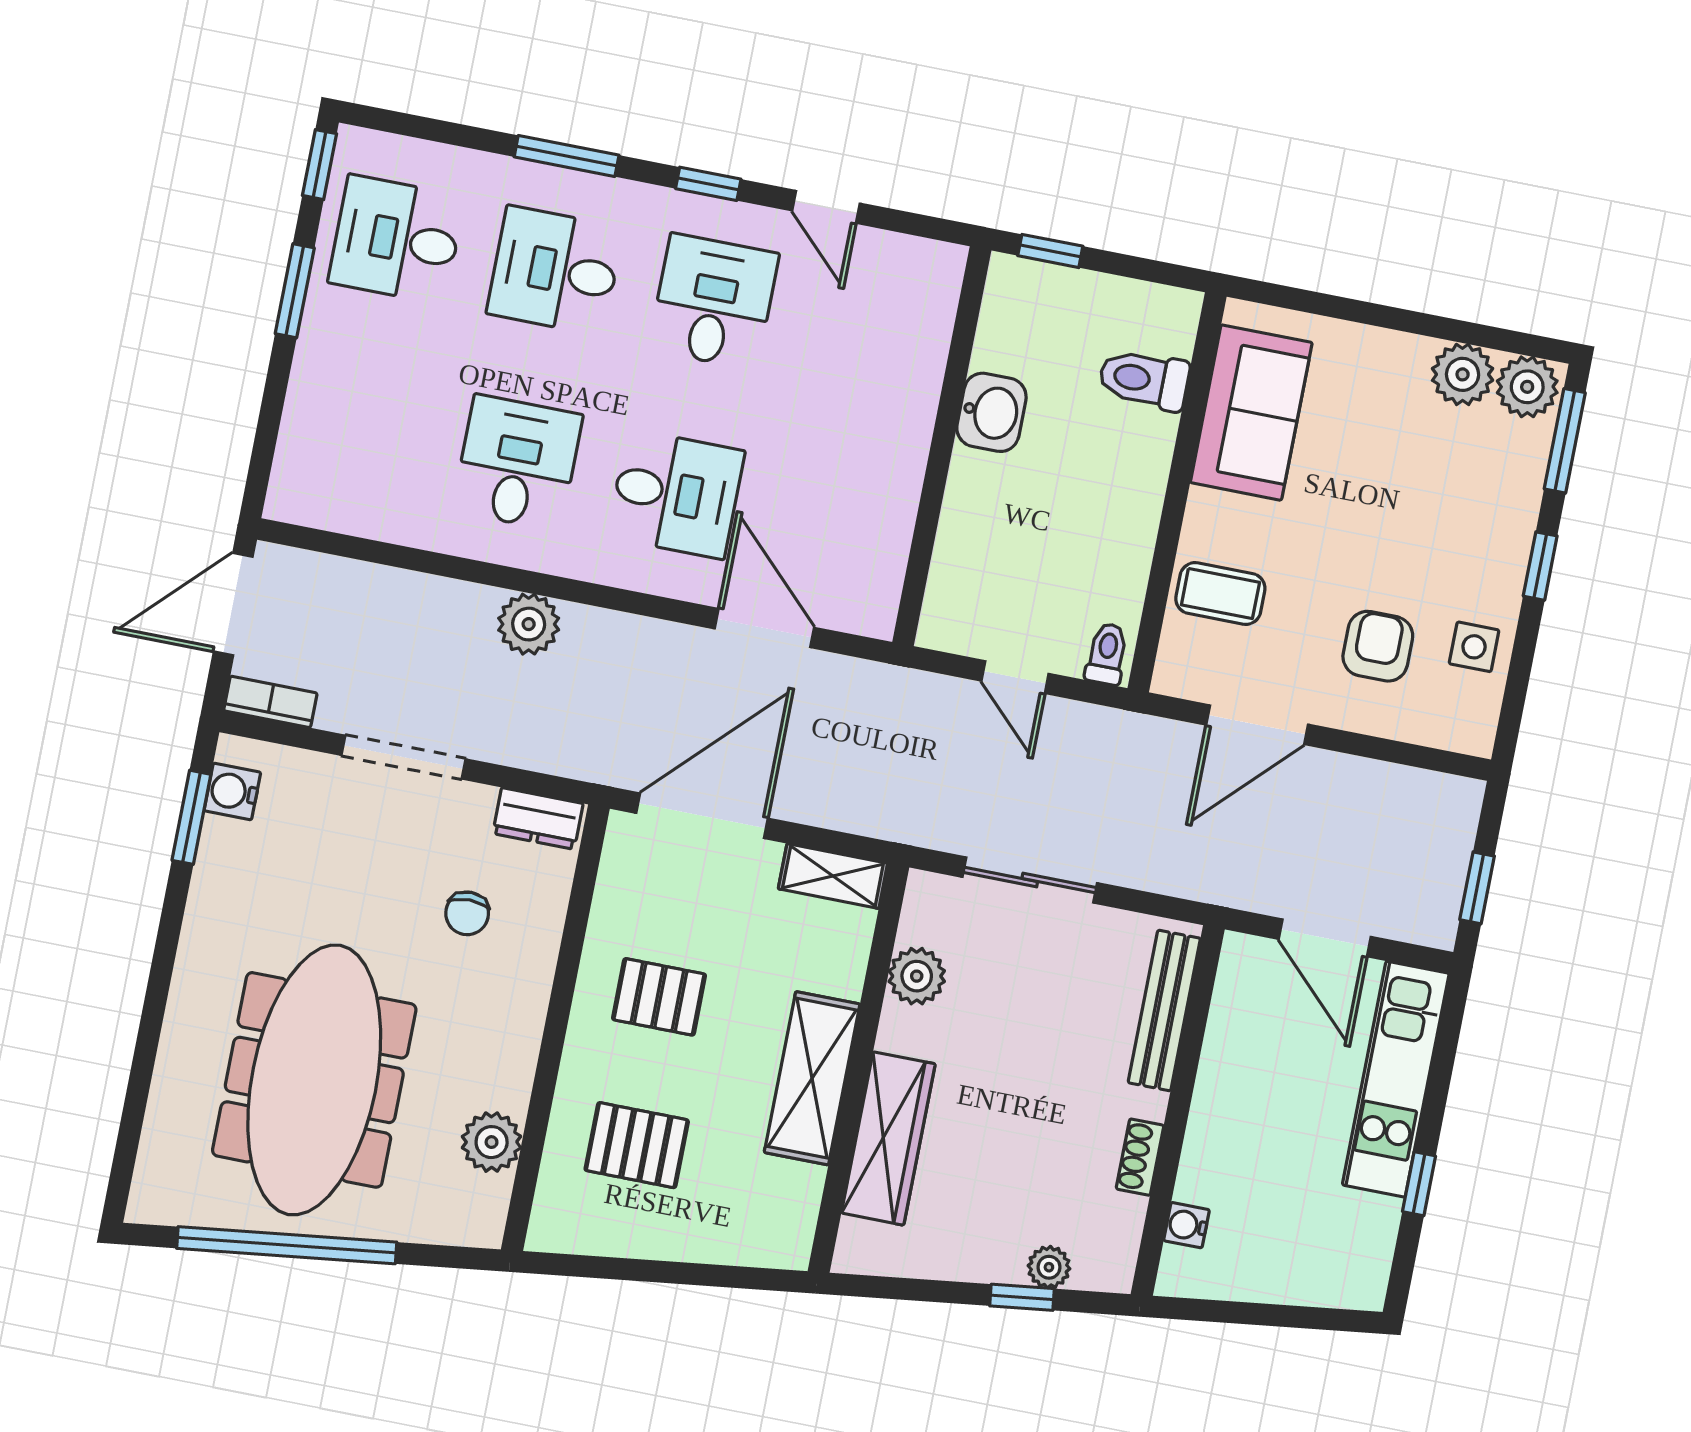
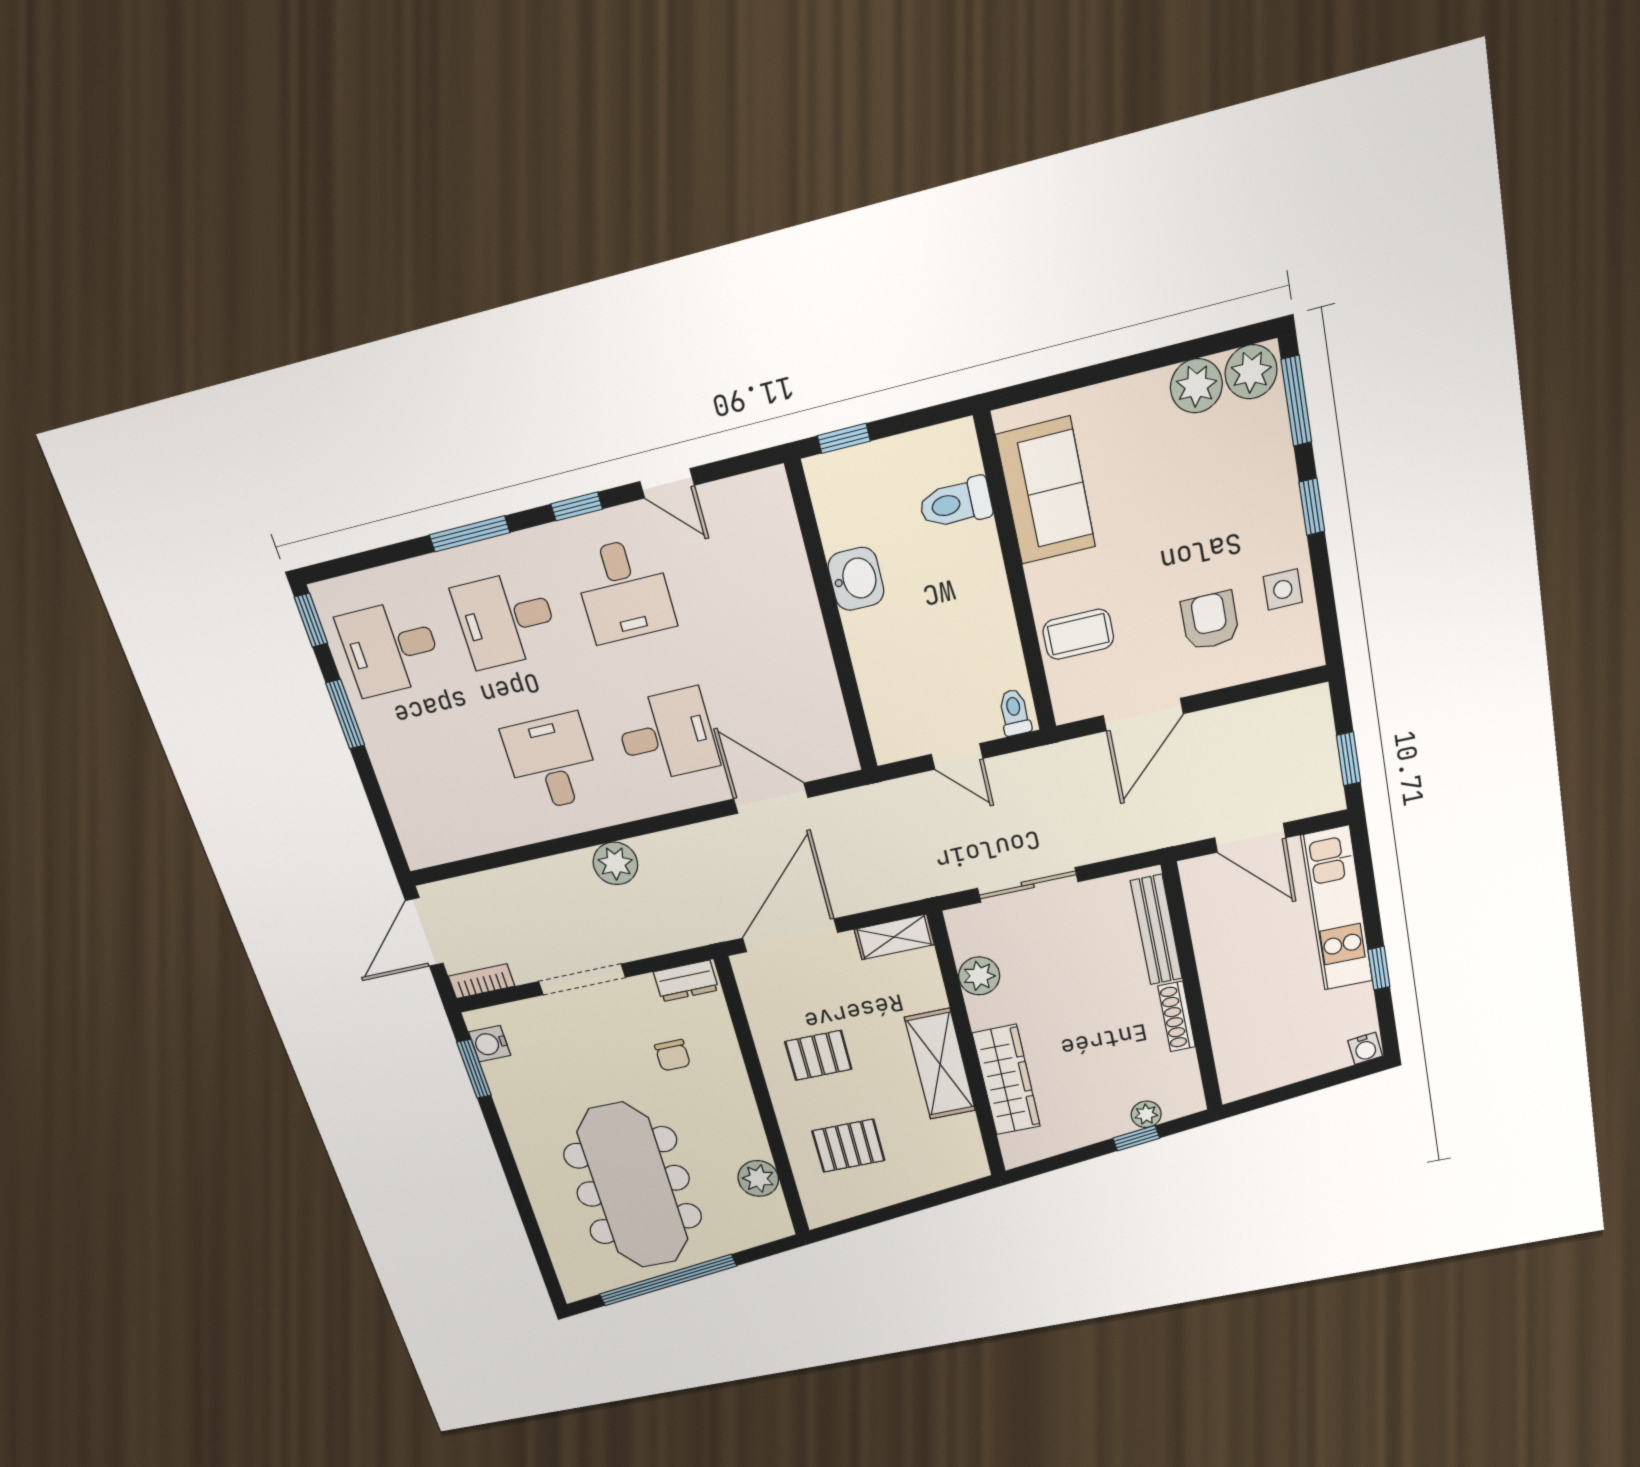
desk: (714, 302) -> (624, 590), turned 180
shoe rack: (1140, 1157) -> (1177, 1017), width x1.43
water cooler: (1187, 1225) -> (1365, 1048), moved, turned -97

